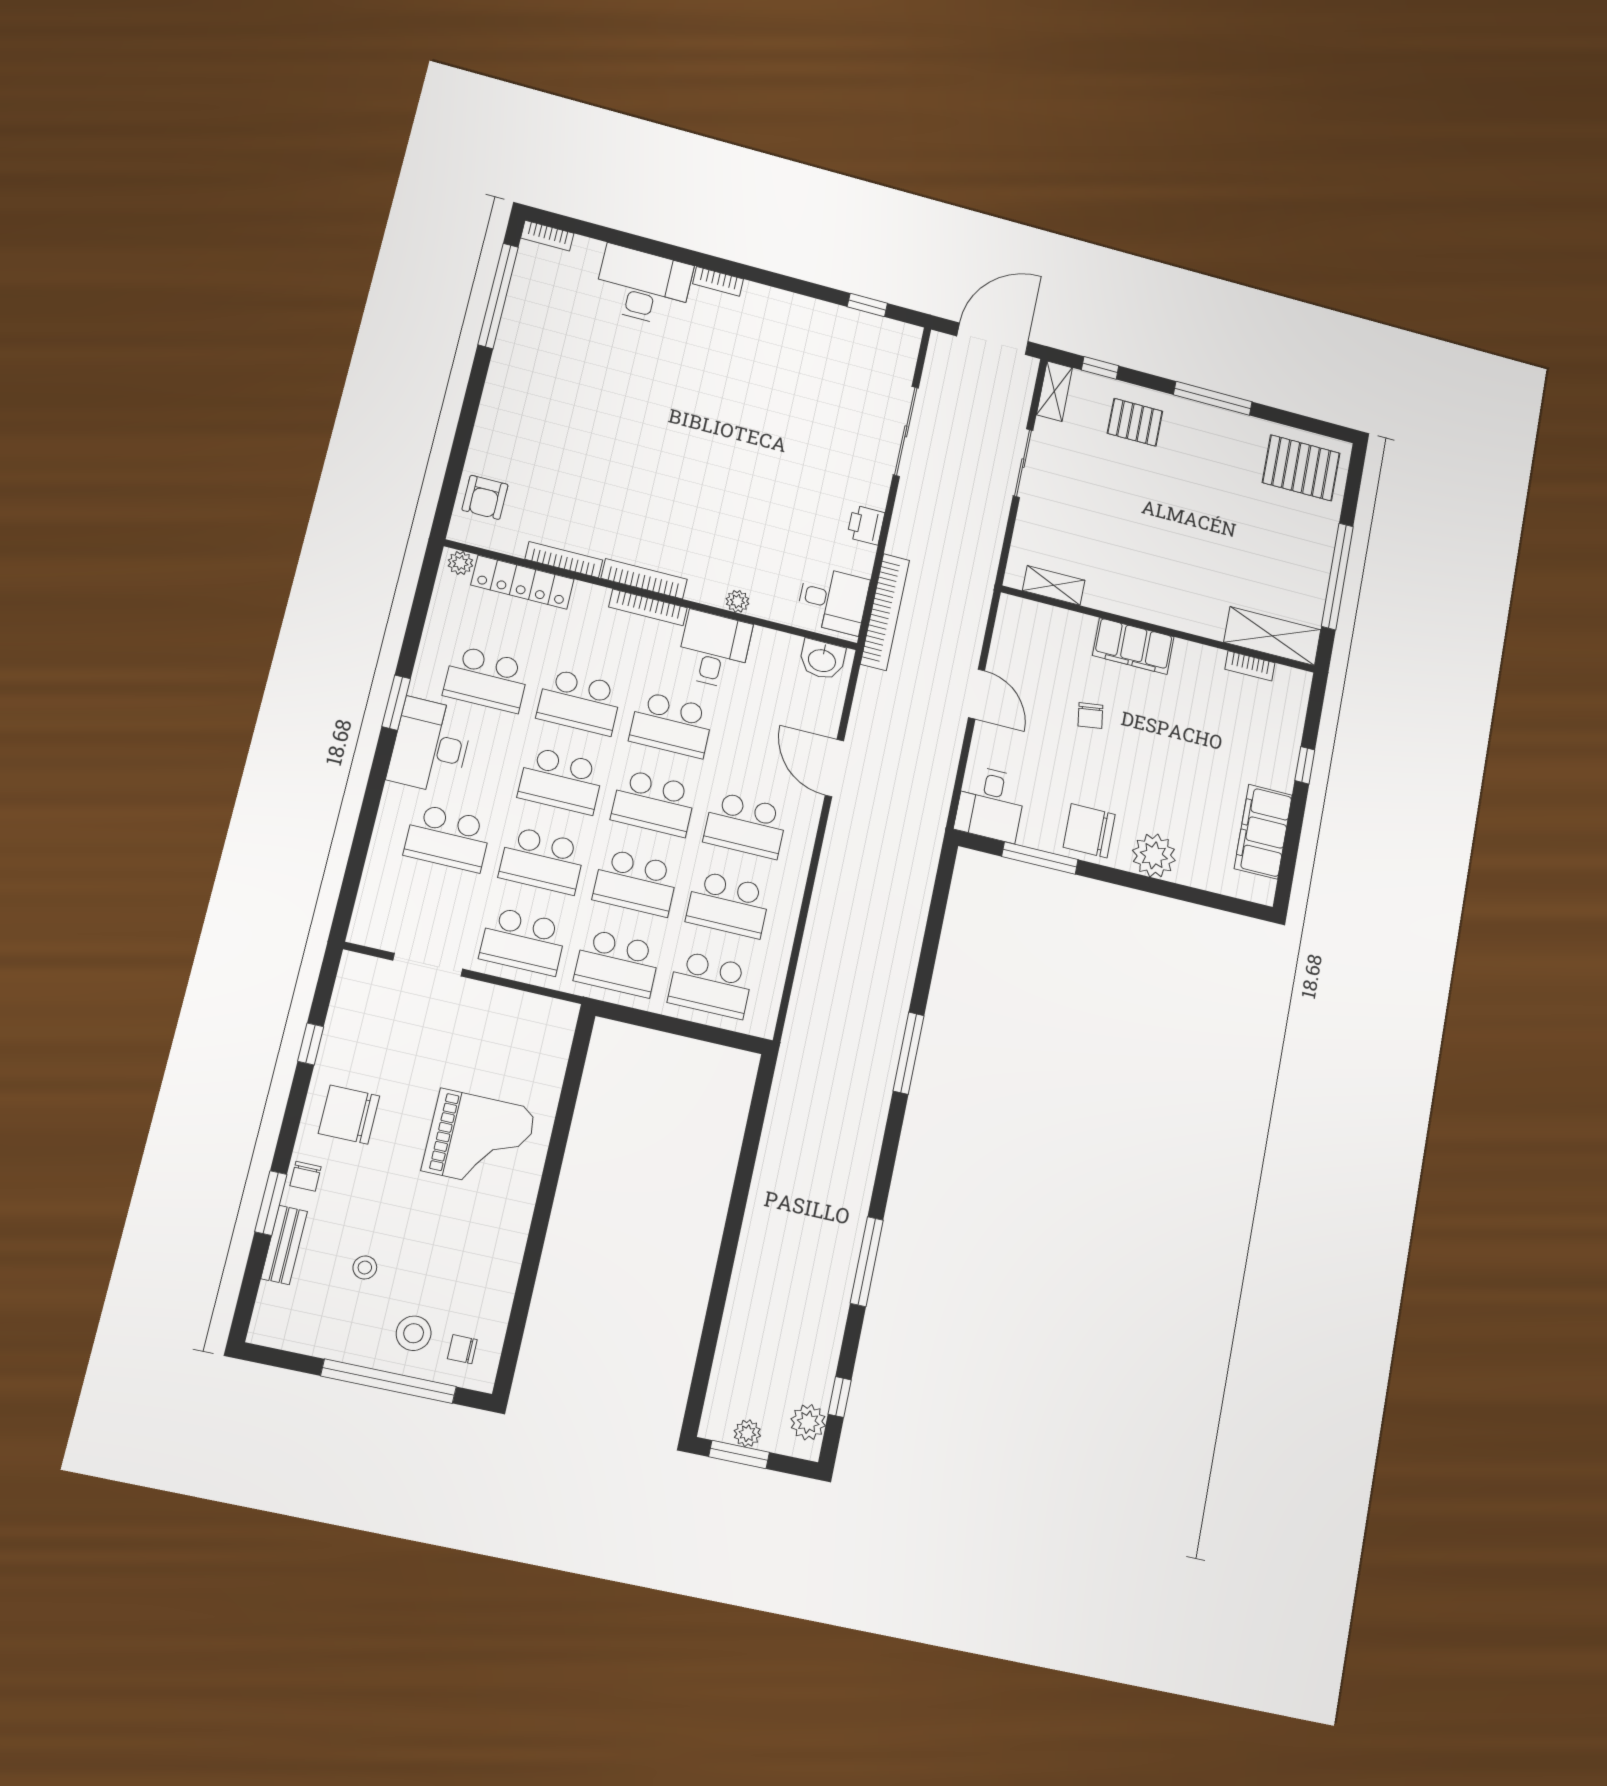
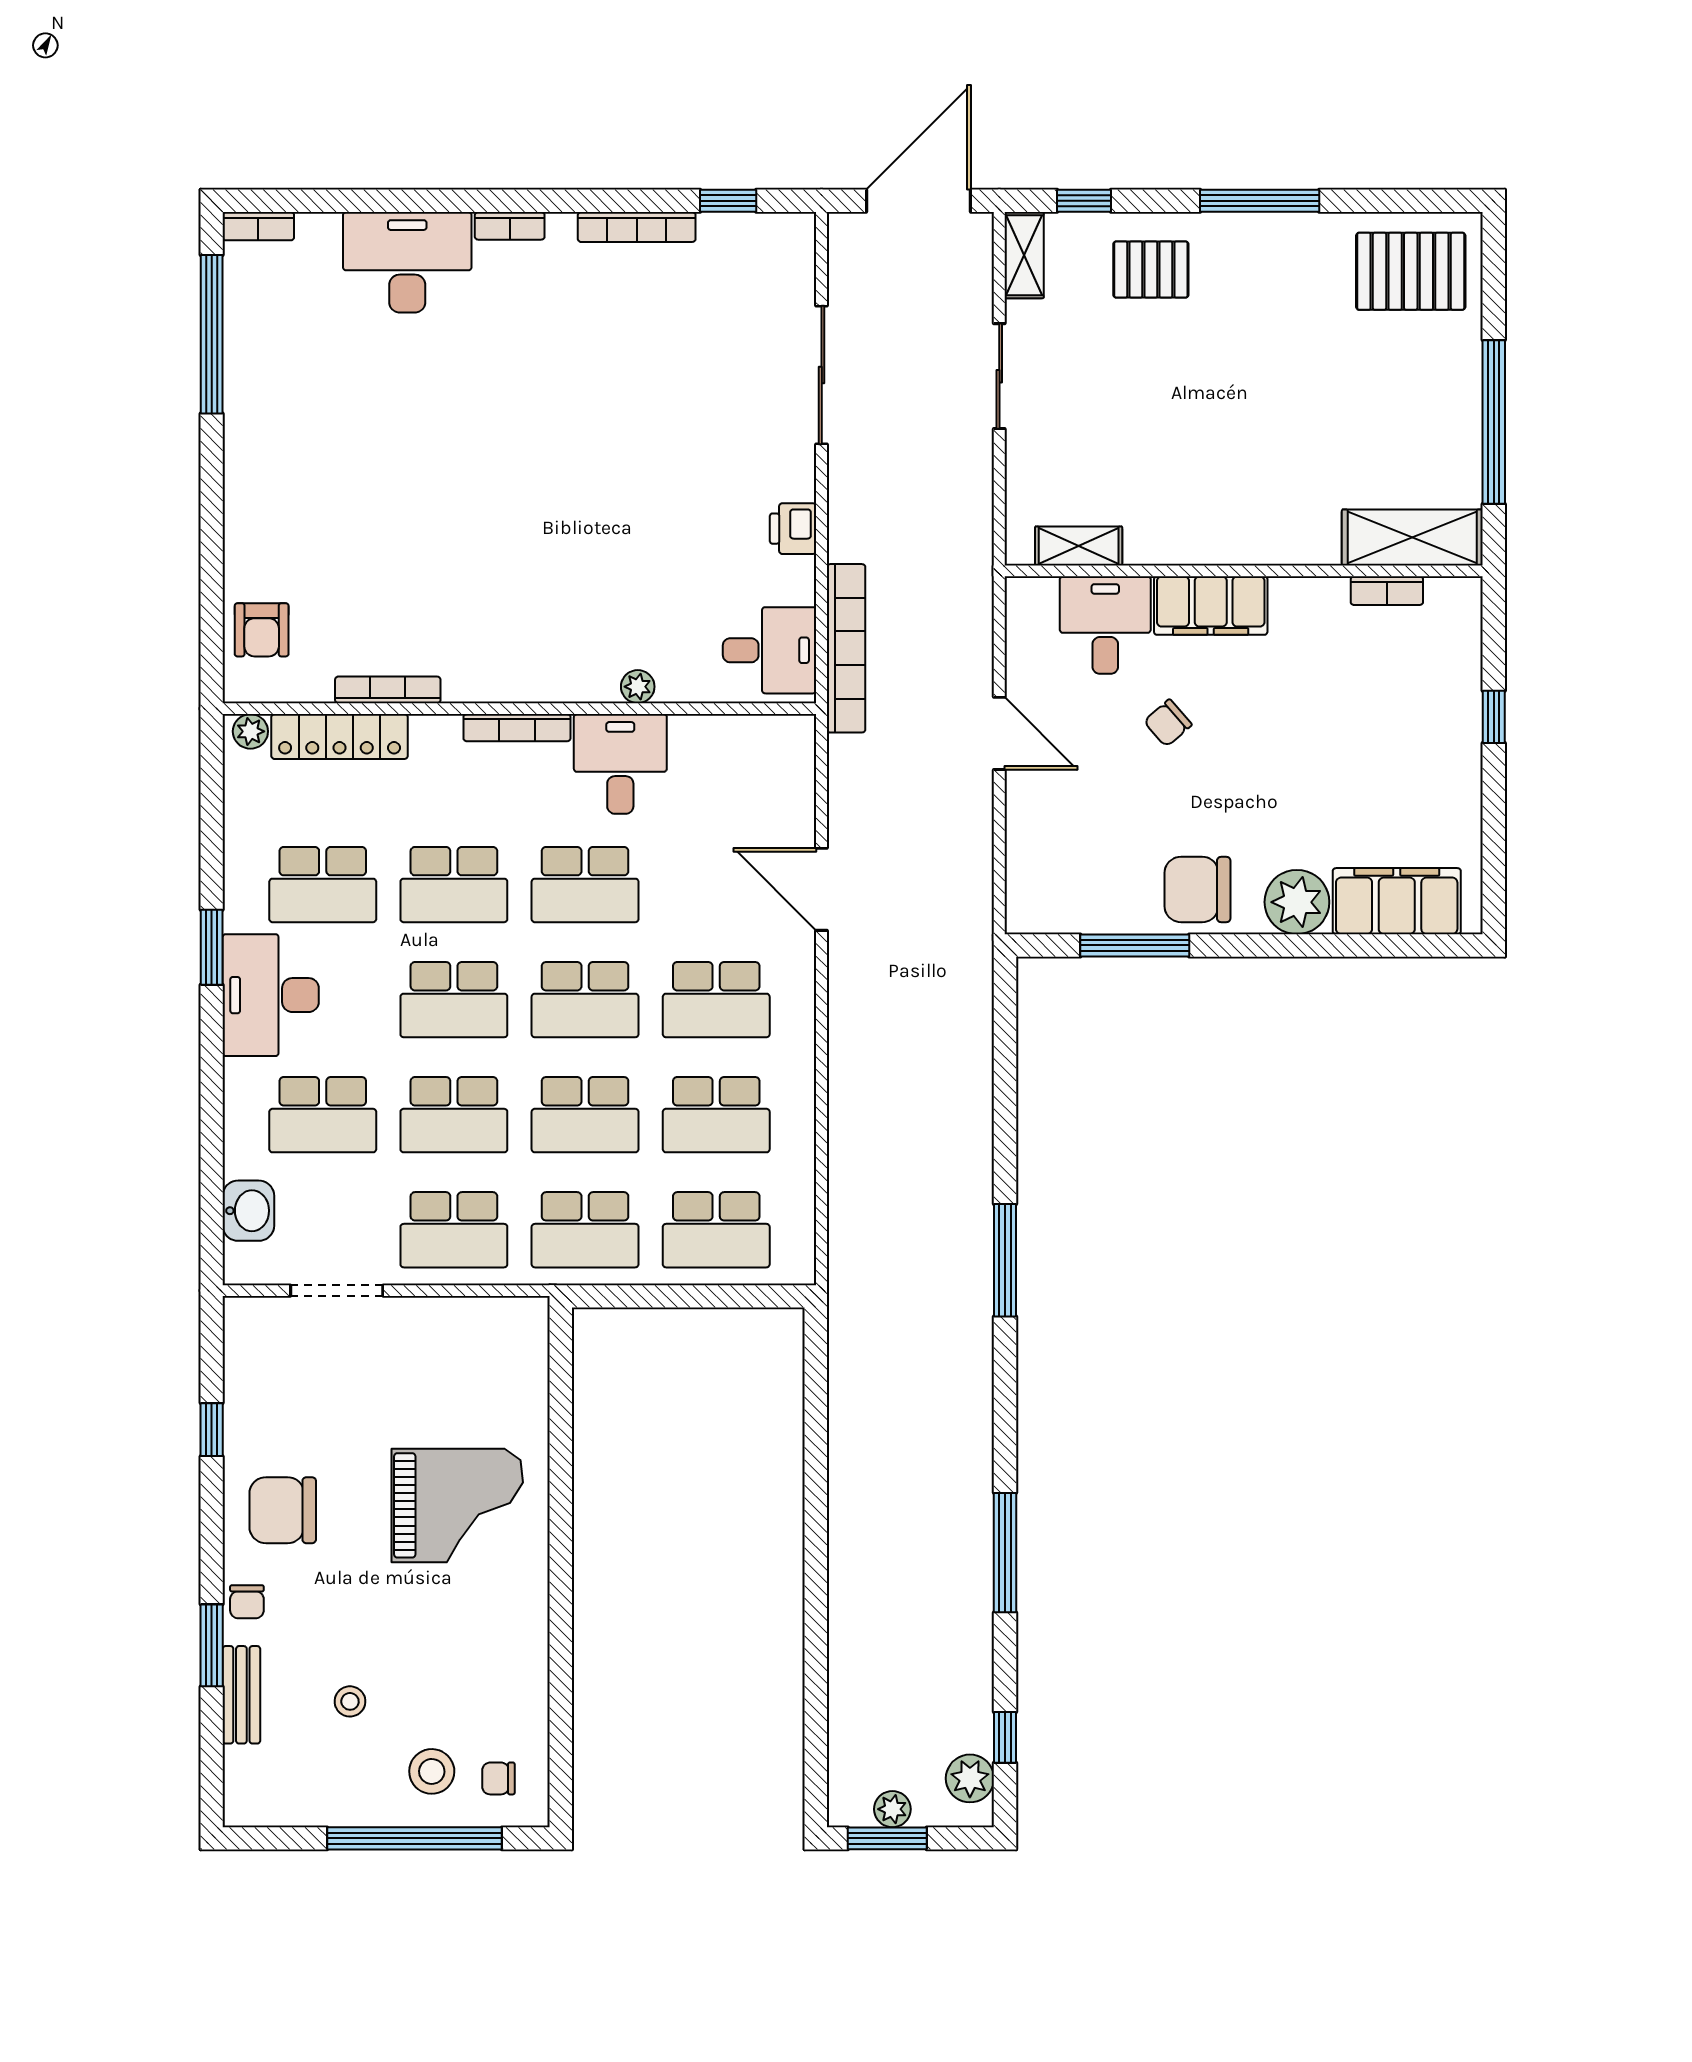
bookcase: (644, 579) -> (637, 227), moved, turned 180
washbasin: (822, 660) -> (248, 1211), moved, turned -90
chair: (1090, 716) -> (1168, 723), turned 57
desk: (991, 804) -> (1105, 625), moved, turned 180
filing cabinet: (1263, 832) -> (1397, 901), moved, turned 90

